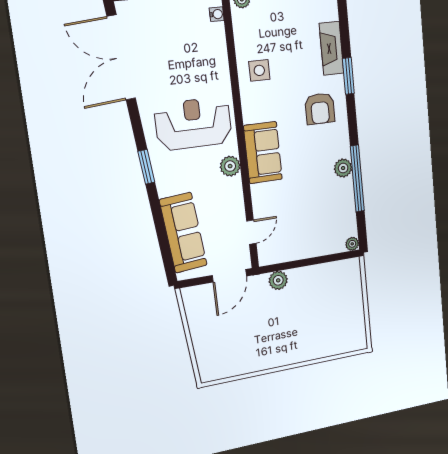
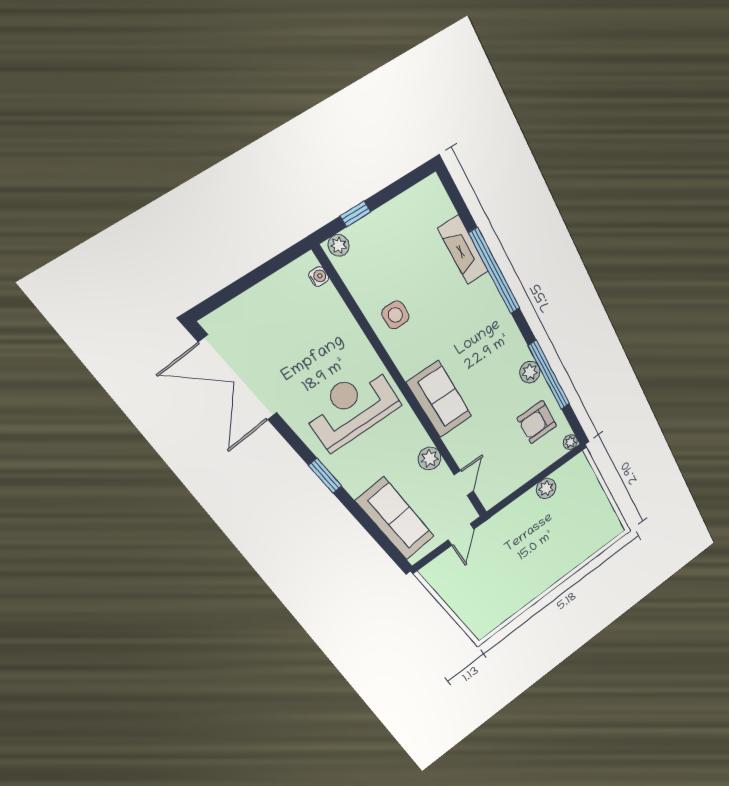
window: (348, 76) -> (495, 271), width x2.11
armchair: (320, 109) -> (537, 422), moved, turned 90
plant: (230, 166) -> (430, 458), moved
door: (229, 276) -> (461, 534), width x0.73
plant: (278, 280) -> (546, 488), moved

